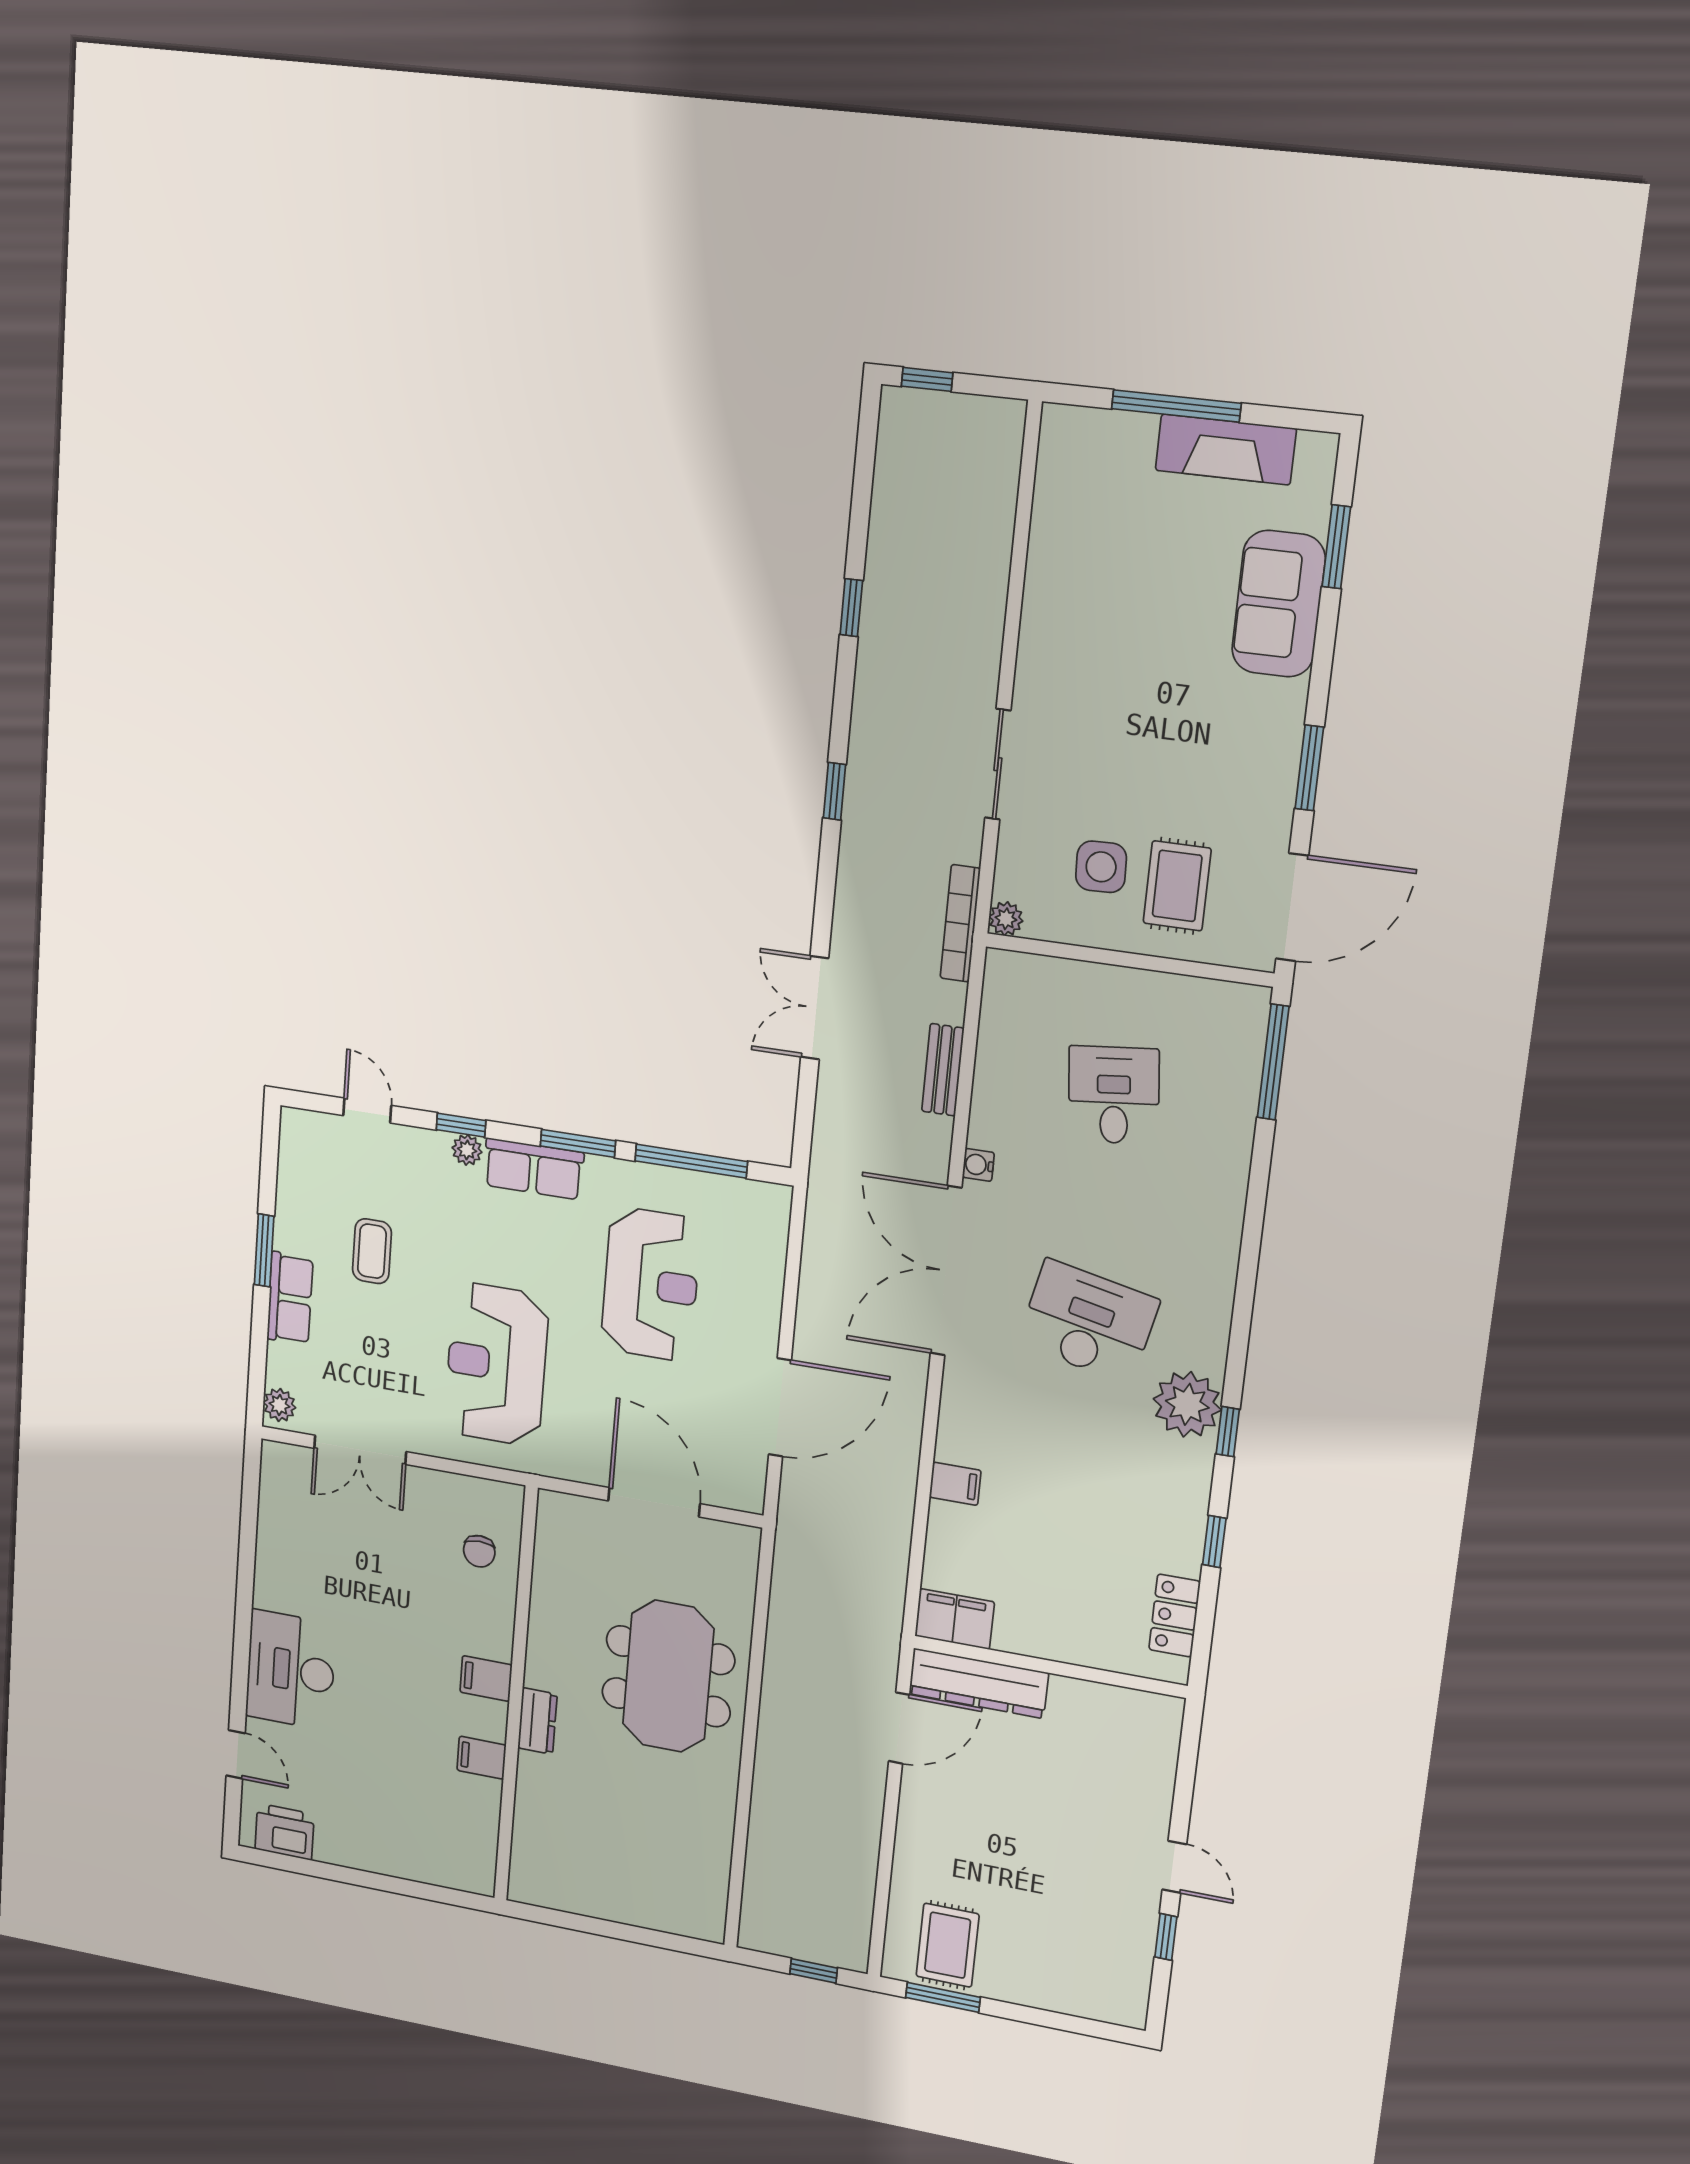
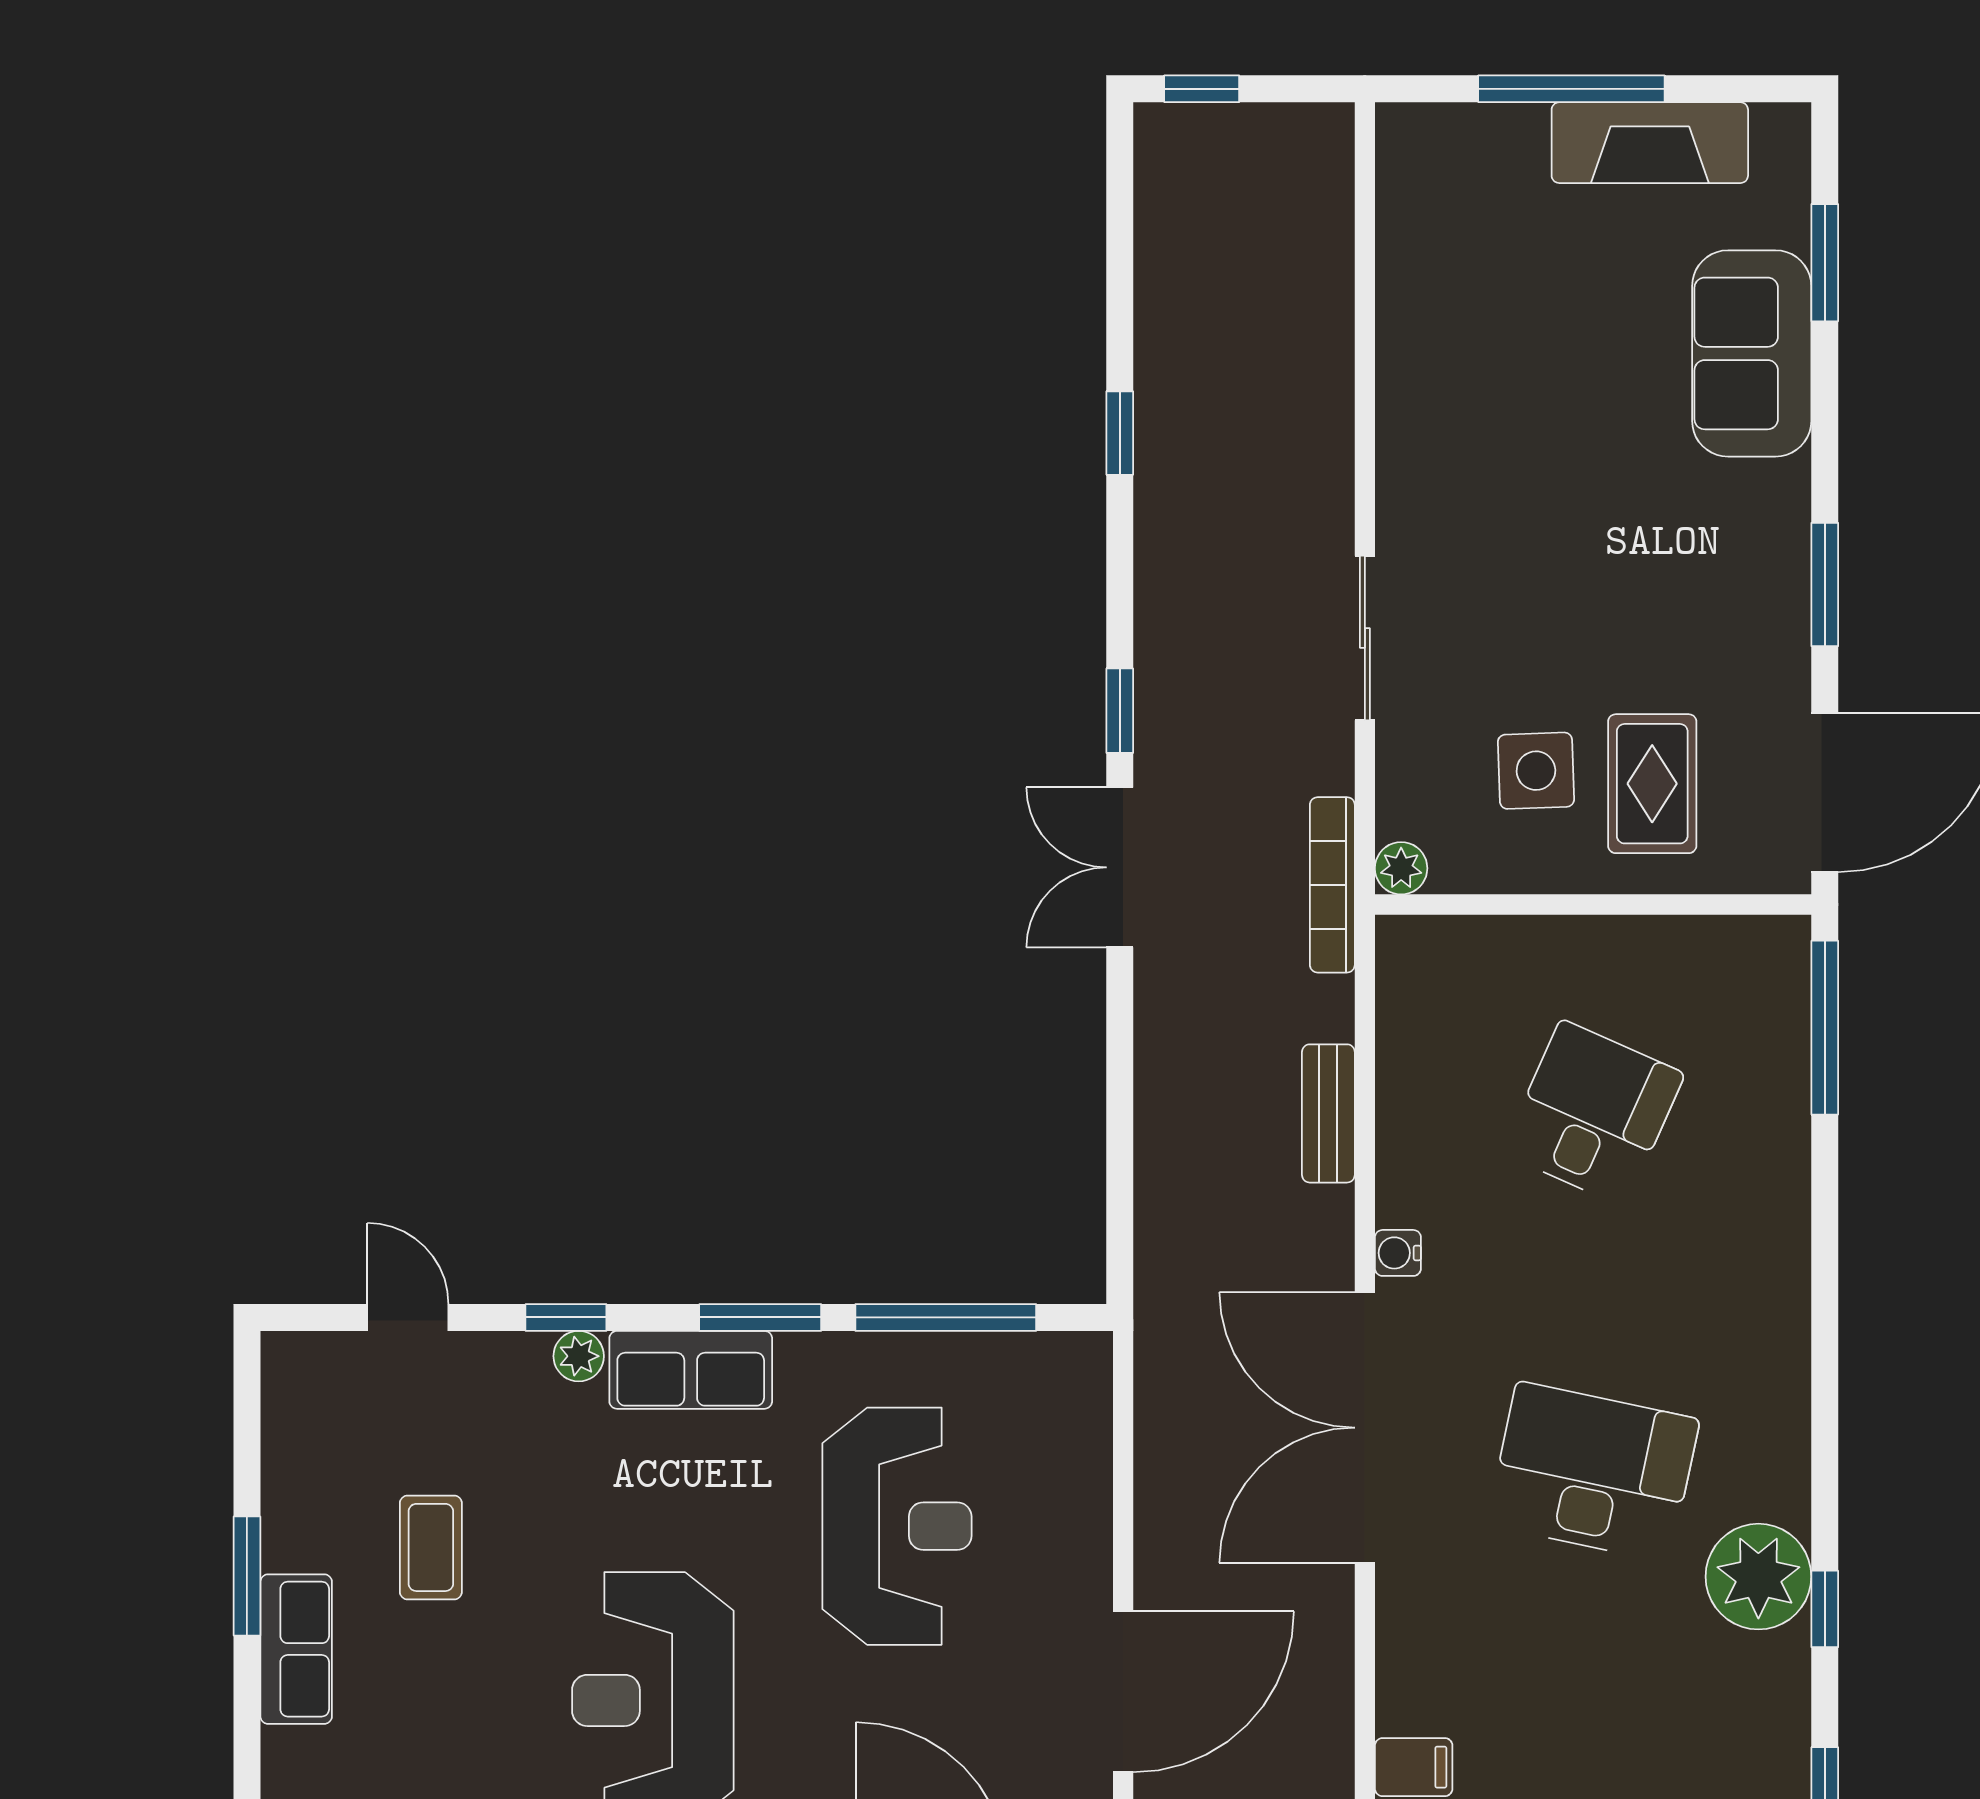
double door: (815, 1008) -> (1120, 867), moved
desk: (1114, 1095) -> (1593, 1113), turned 30

